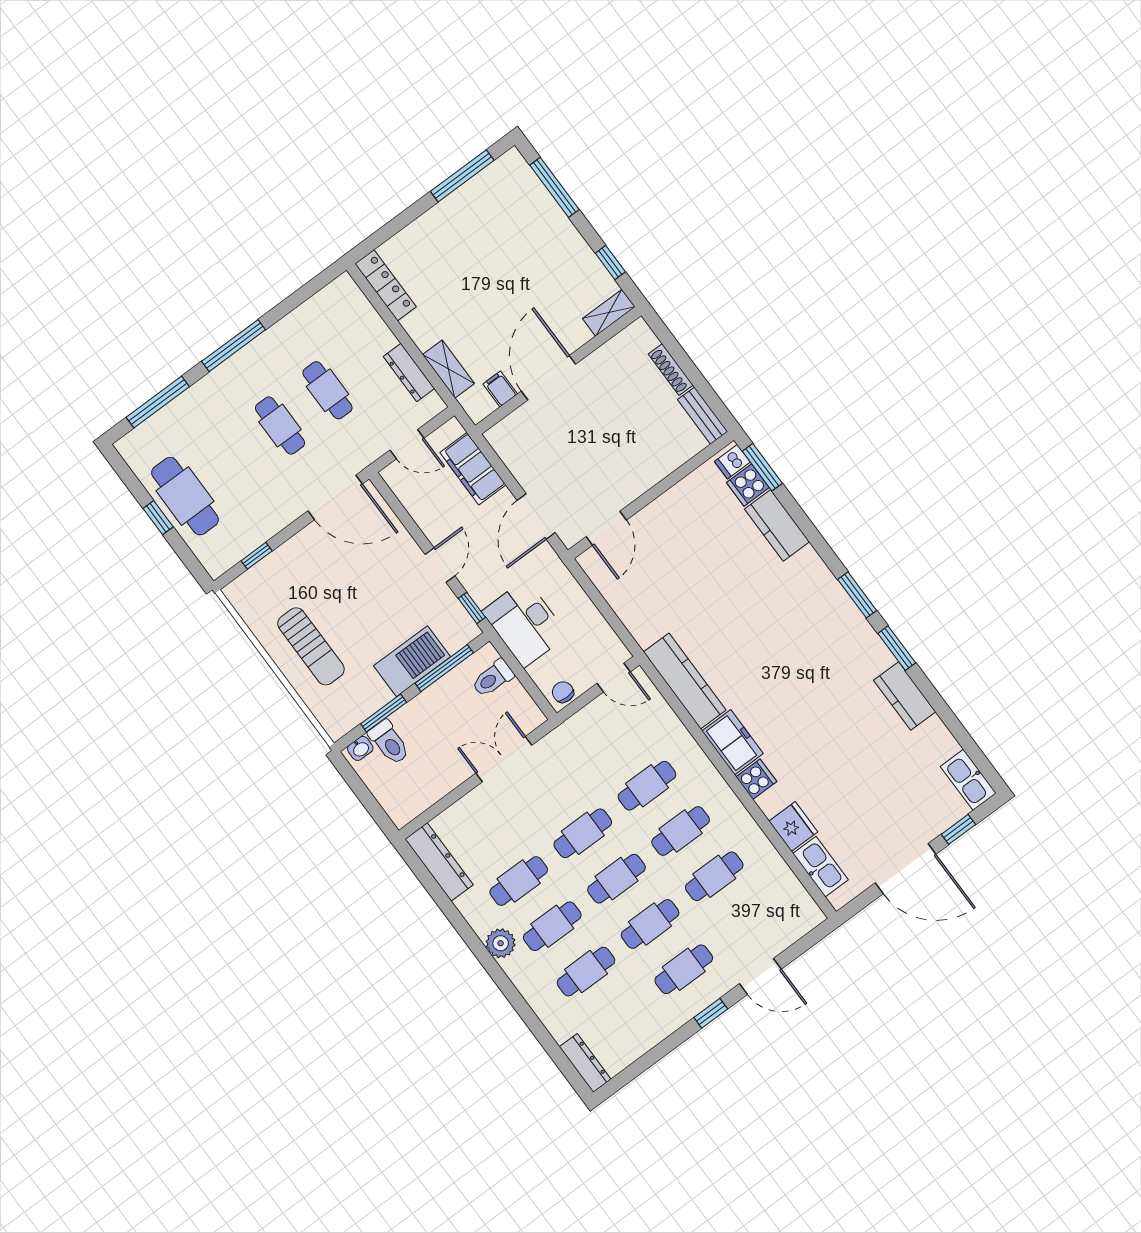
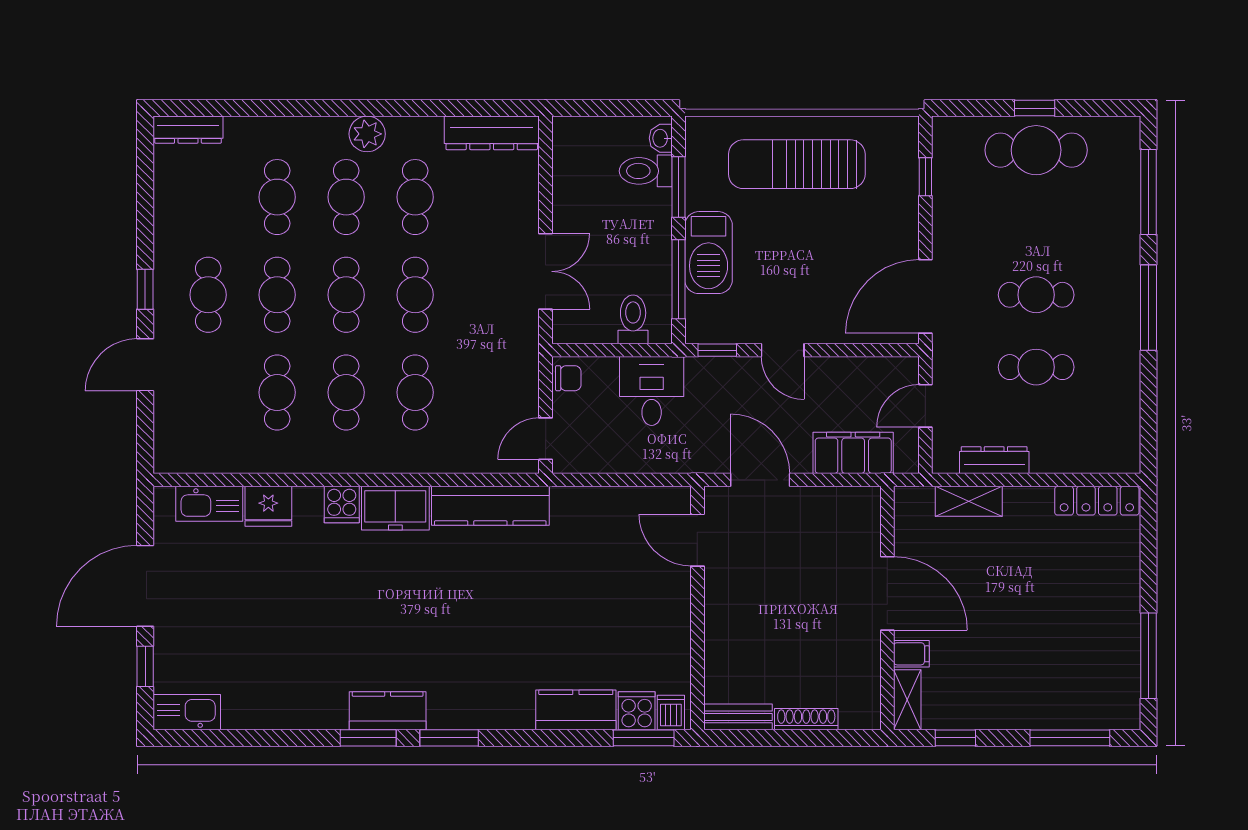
filing cabinet: (500, 389) -> (911, 654), moved
desk: (525, 623) -> (652, 391), width x0.73
sun lounger: (311, 646) -> (797, 164), width x1.36, depth x1.34
kitchen counter: (905, 696) -> (388, 711), moved

